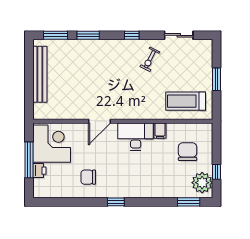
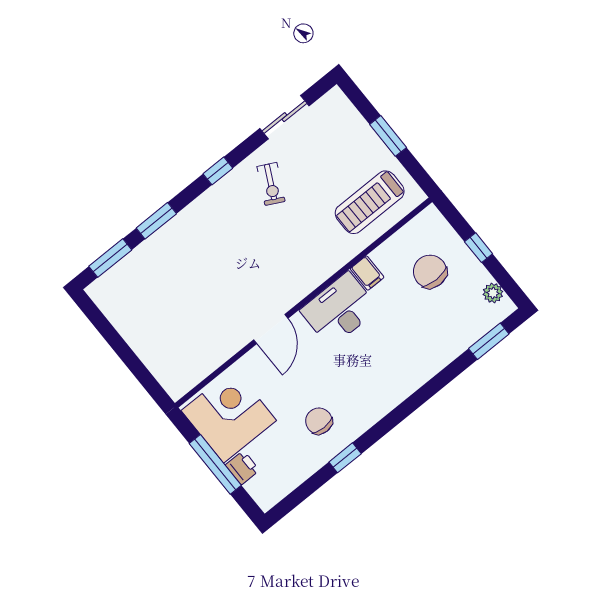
bench: (40, 74) -> (133, 331), removed
window: (216, 172) -> (479, 248), moved
chair: (88, 177) -> (319, 421), turned 90
plant: (202, 183) -> (493, 293), width x0.53, depth x0.53
window: (116, 202) -> (345, 458), moved

